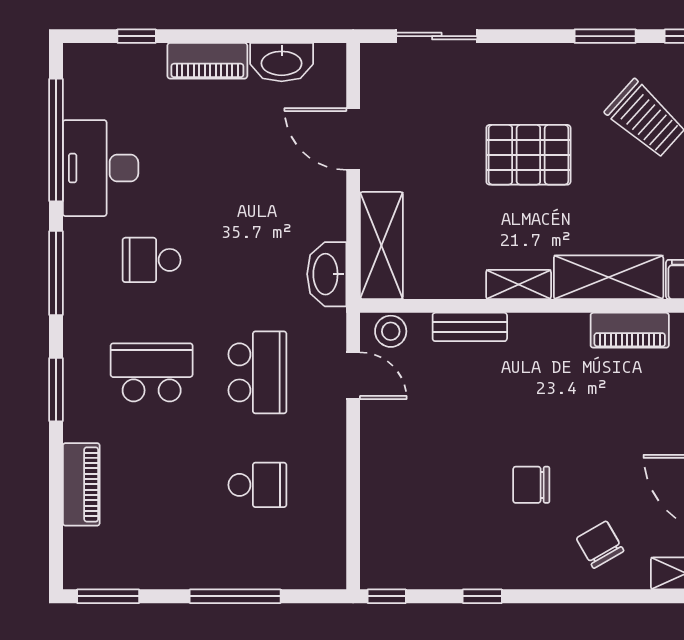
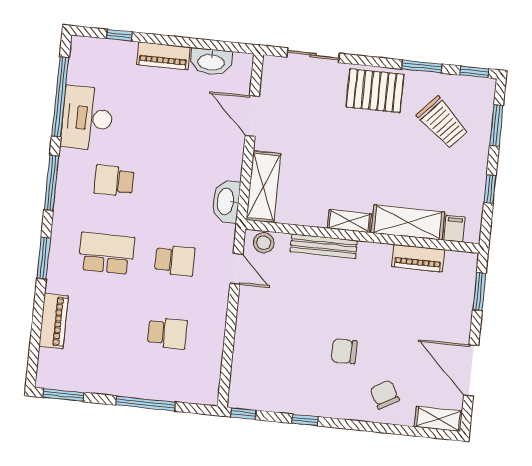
pallet: (528, 155) -> (375, 91), moved
bench: (470, 327) -> (324, 246), width x1.36
school desk: (257, 372) -> (175, 260), width x0.54

